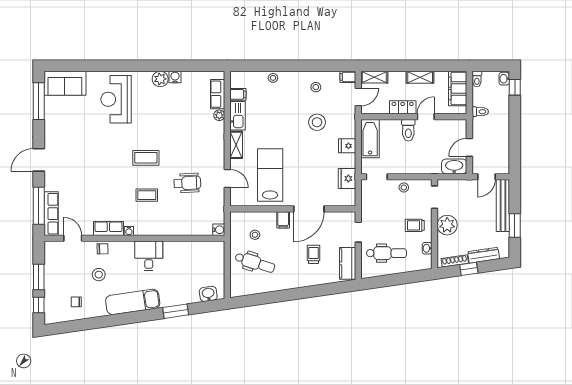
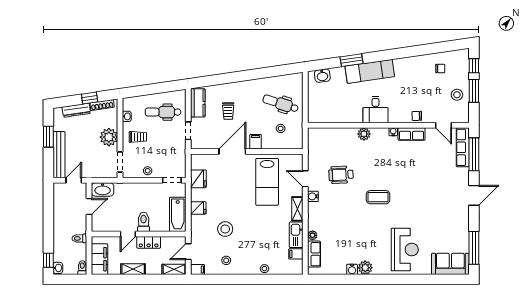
coffee table: (147, 195) -> (377, 164), removed
plant: (162, 229) -> (364, 134), added
water cooler: (219, 230) -> (313, 196), moved
stool: (99, 275) -> (457, 95), moved
exam couch: (133, 302) -> (370, 71), moved

